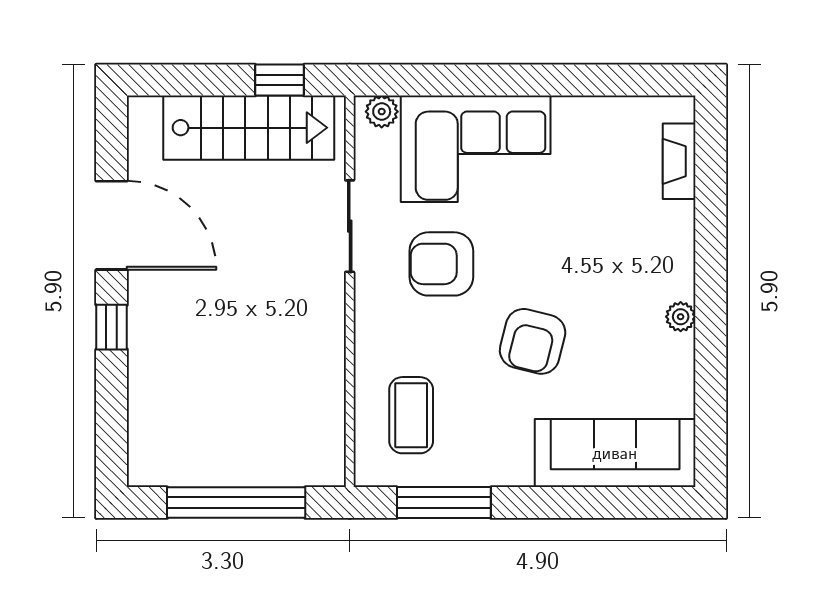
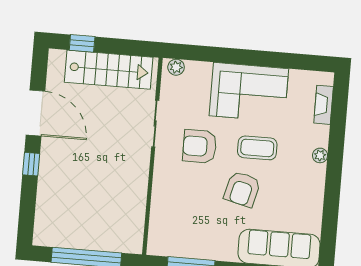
window: (280, 80) -> (82, 43), moved
corner sofa: (476, 149) -> (249, 92), moved
plant: (681, 317) -> (320, 155), moved
coffee table: (411, 415) -> (257, 148), moved, turned 90

